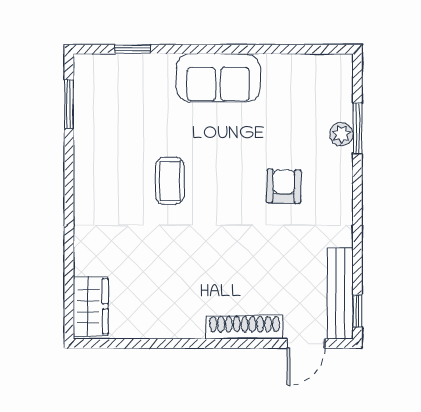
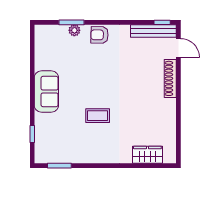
armchair: (284, 186) -> (100, 35), moved
wardrobe: (91, 306) -> (147, 155), moved

